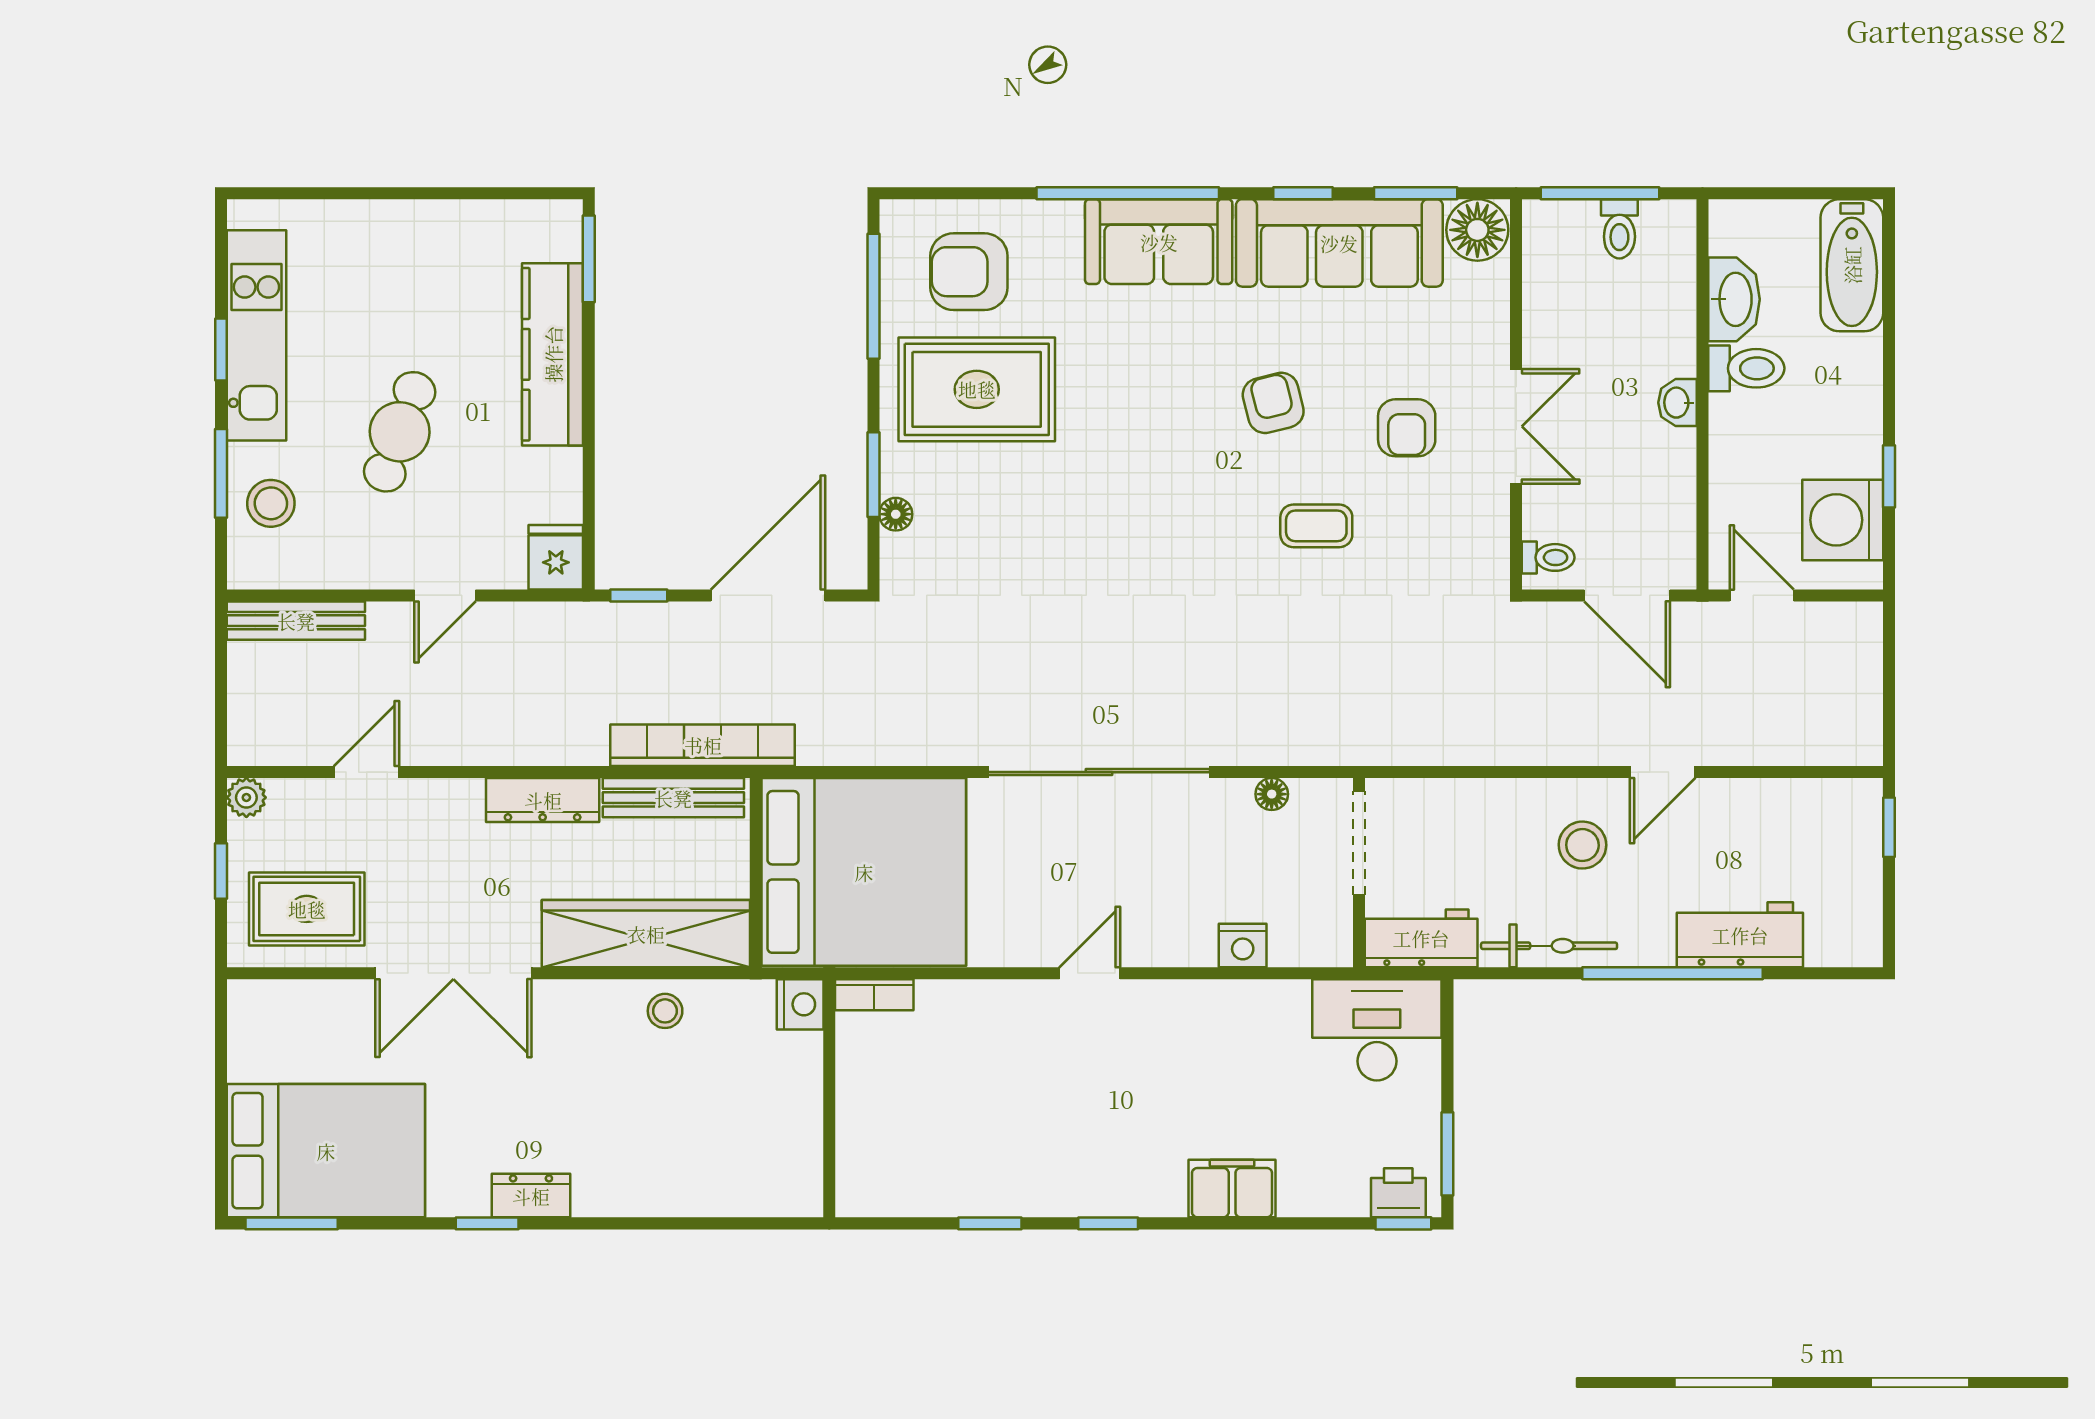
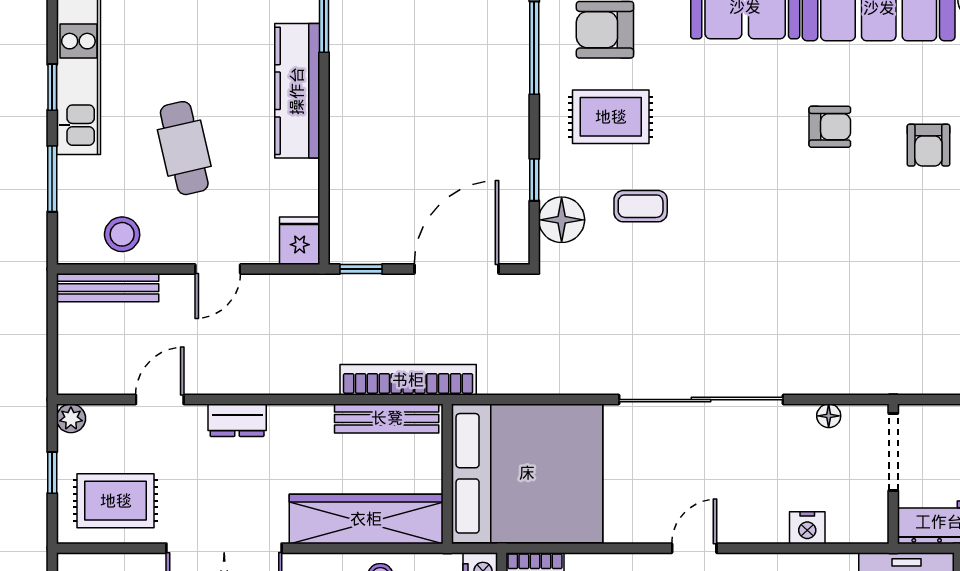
rug: (977, 389) -> (611, 117), width x0.73, depth x0.70
armchair: (1273, 403) -> (830, 127), turned 104
cafe table: (400, 432) -> (184, 148), turned -33
window: (873, 475) -> (534, 180), width x0.67
stool: (271, 503) -> (122, 234), moved
floor lamp: (896, 514) -> (562, 220), width x1.89, depth x1.89
coffee table: (1316, 526) -> (641, 206), moved
dresser: (543, 800) -> (237, 420), moved, width x0.70

